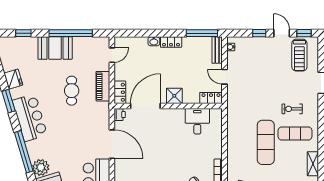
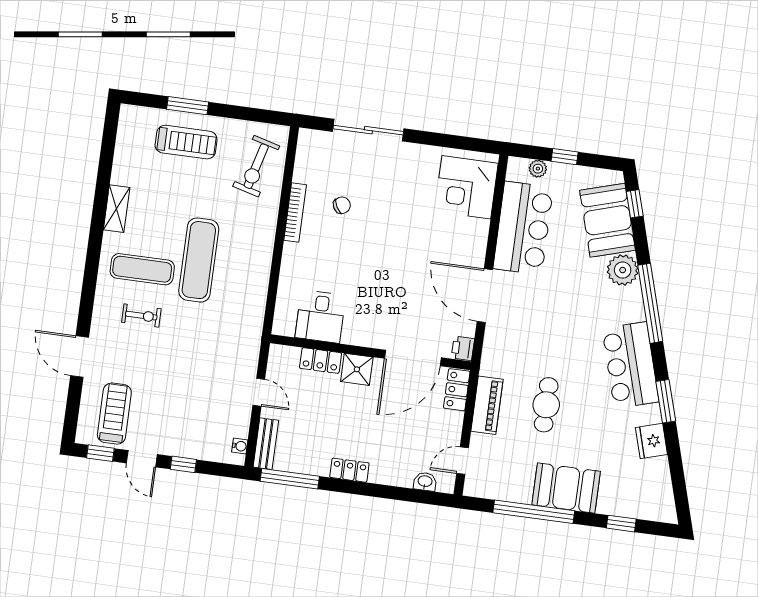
washbasin: (154, 41) -> (425, 482), moved
locker: (211, 98) -> (321, 361), moved

